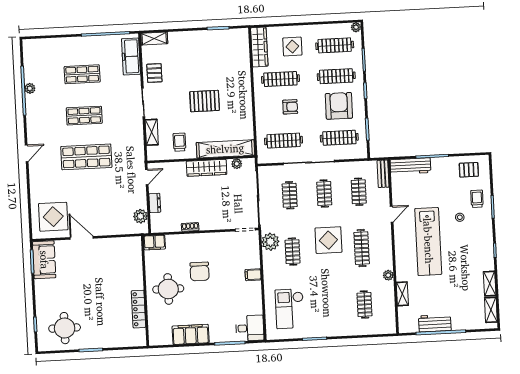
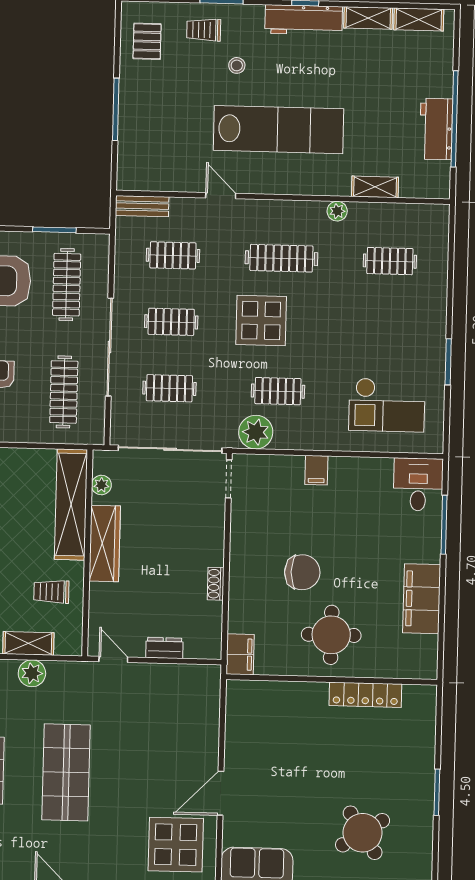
workbench: (410, 166) -> (304, 20), moved, turned 90
plant: (140, 216) -> (32, 673), moved
round table: (65, 328) -> (363, 833), moved, turned -33

